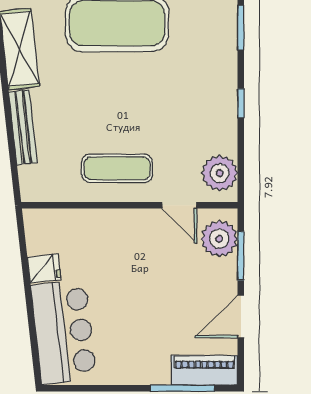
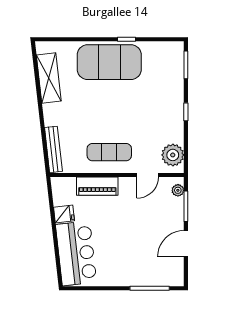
bench: (23, 127) -> (53, 149), moved
door: (179, 205) -> (148, 175), hinge flipped
plant: (219, 239) -> (178, 190), width x0.53, depth x0.53
piano: (204, 370) -> (97, 186), moved, turned 180

